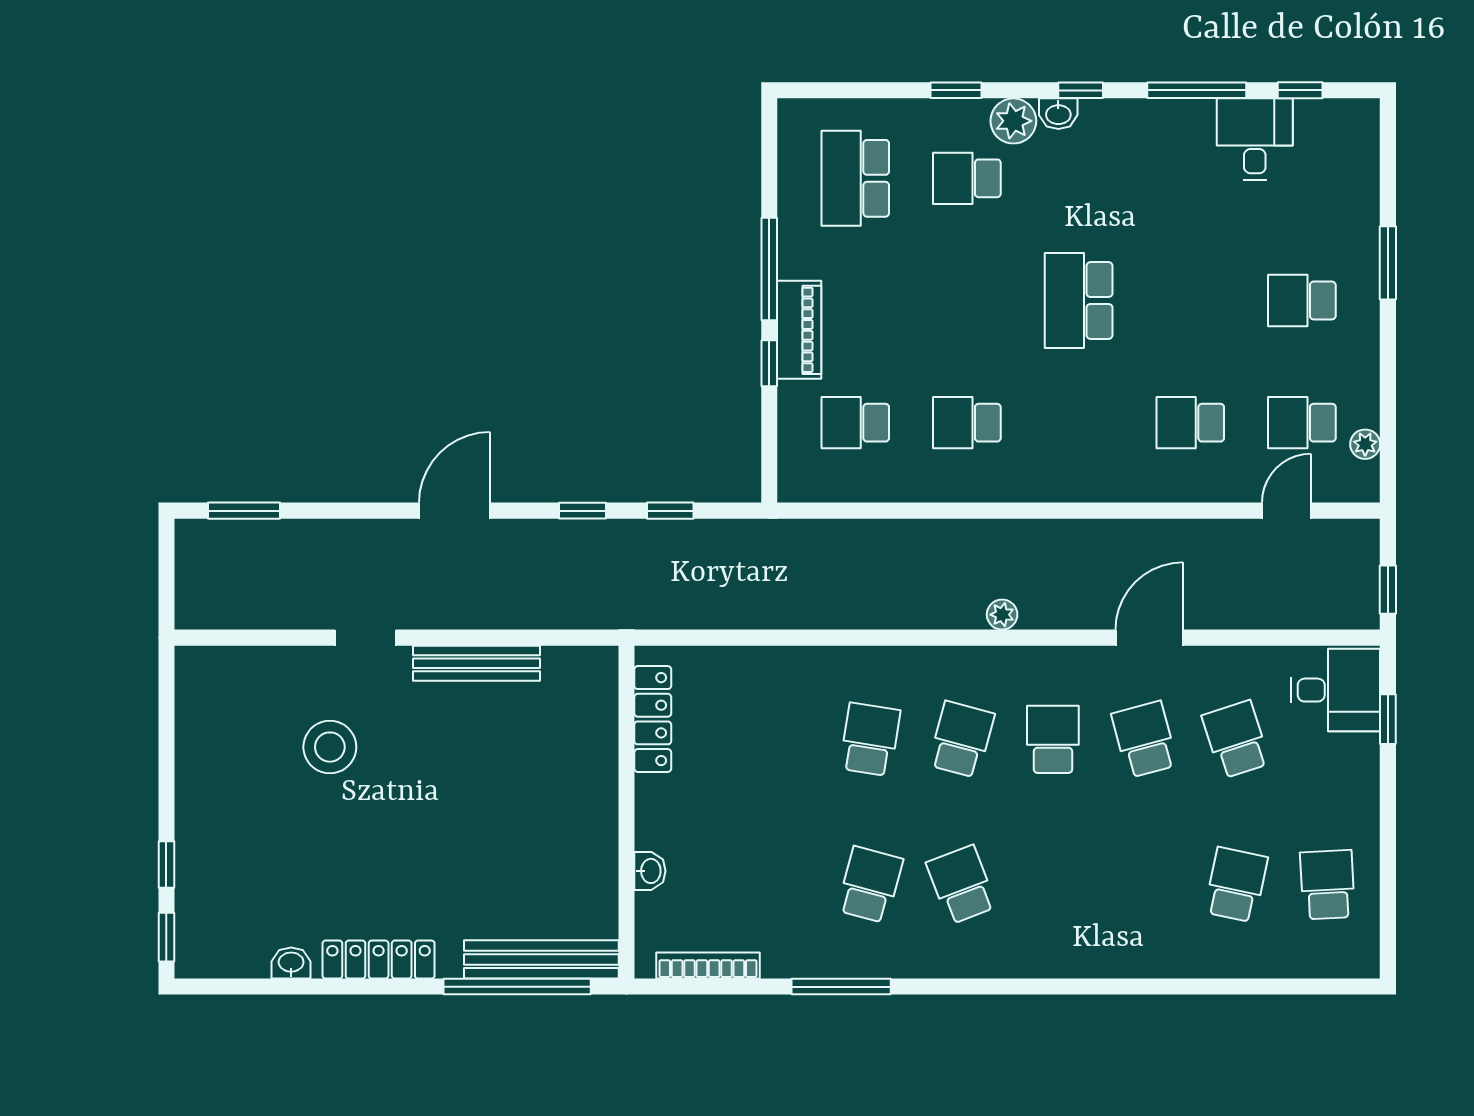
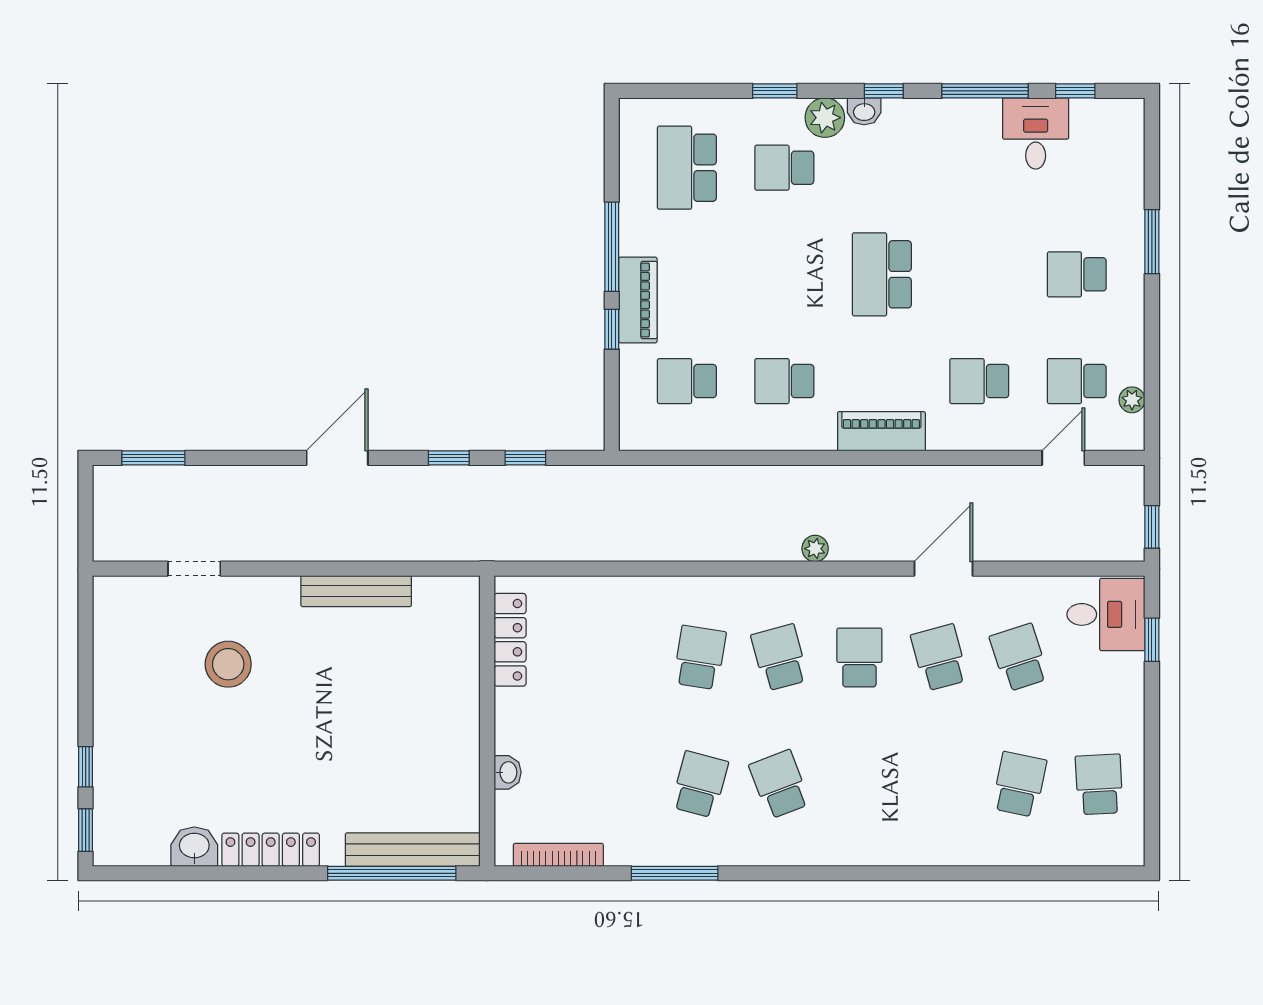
piano: (1078, 480) -> (881, 431), added
doorway: (365, 638) -> (194, 569), moved
school desk: (961, 739) -> (780, 658), turned -30
washbasin: (291, 963) -> (194, 847), width x1.38, depth x1.45

